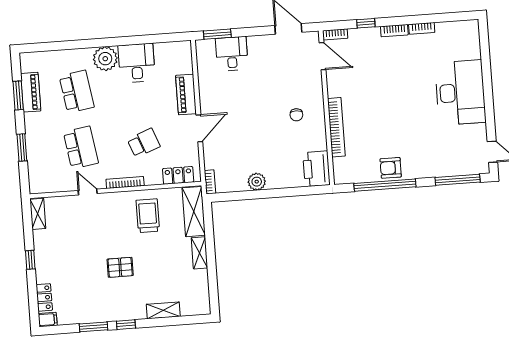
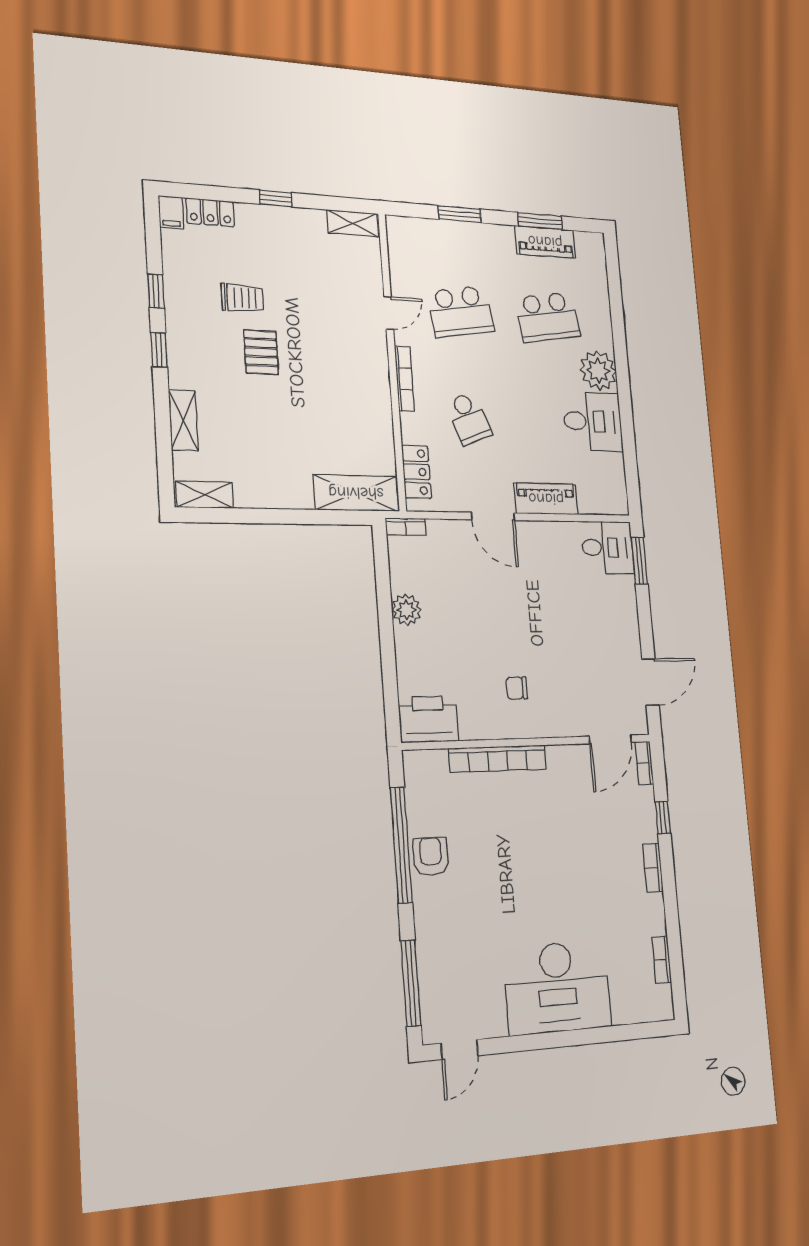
bookcase: (422, 28) -> (662, 960), moved
desk: (232, 54) -> (607, 548), moved
trolley: (148, 216) -> (242, 298), moved, width x0.73, depth x0.72
shelving: (199, 253) -> (205, 495), moved
window: (93, 327) -> (156, 291), width x0.67

